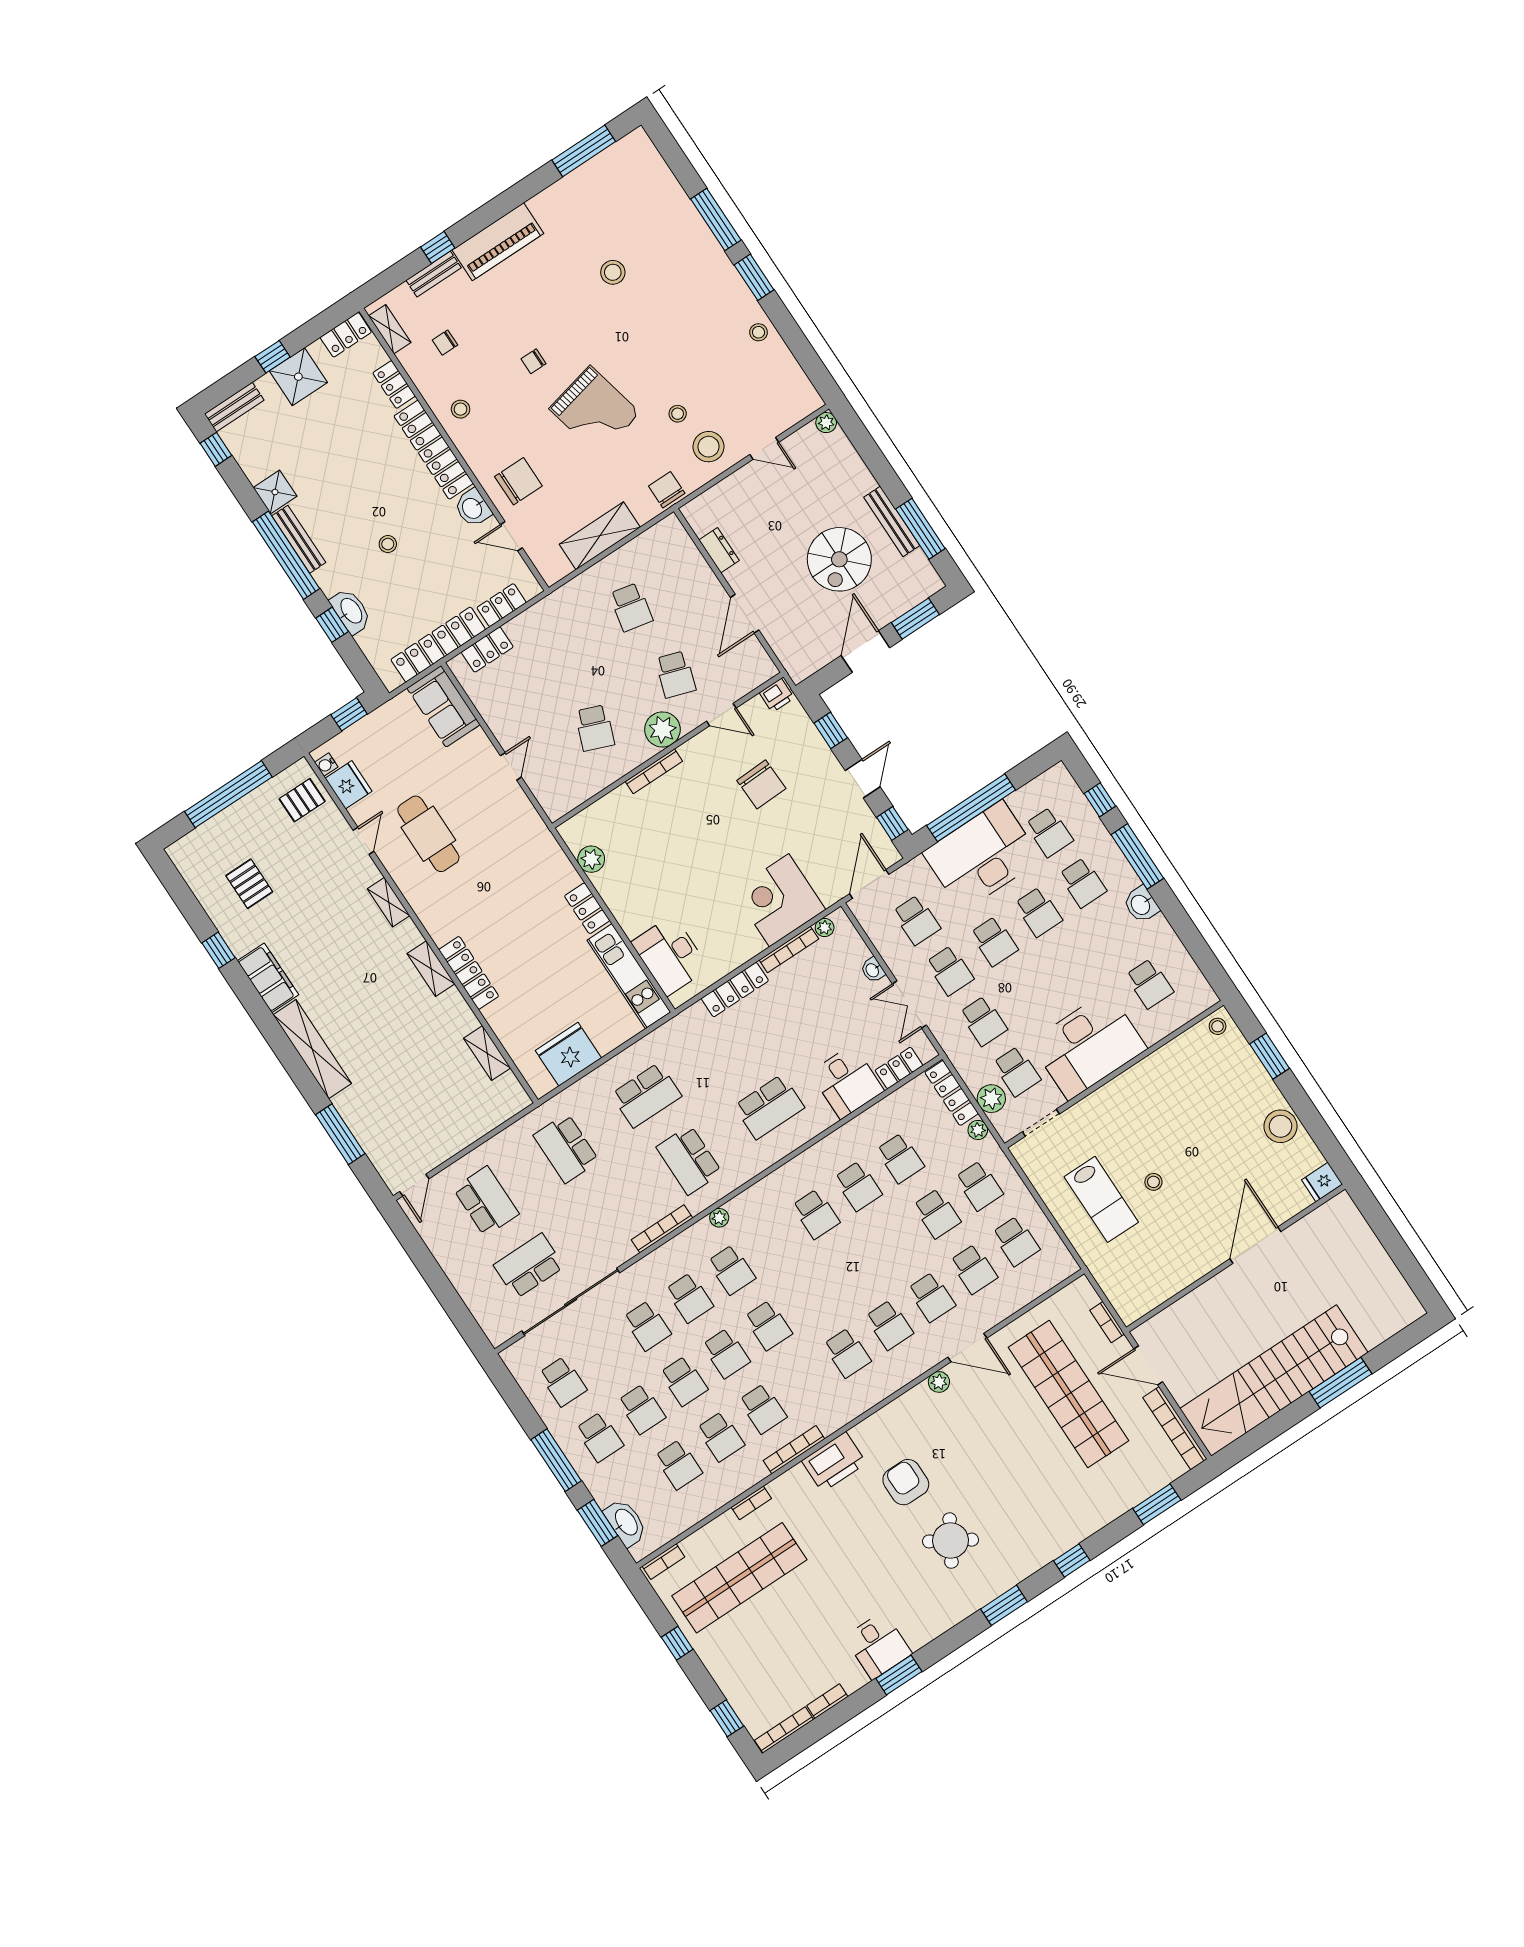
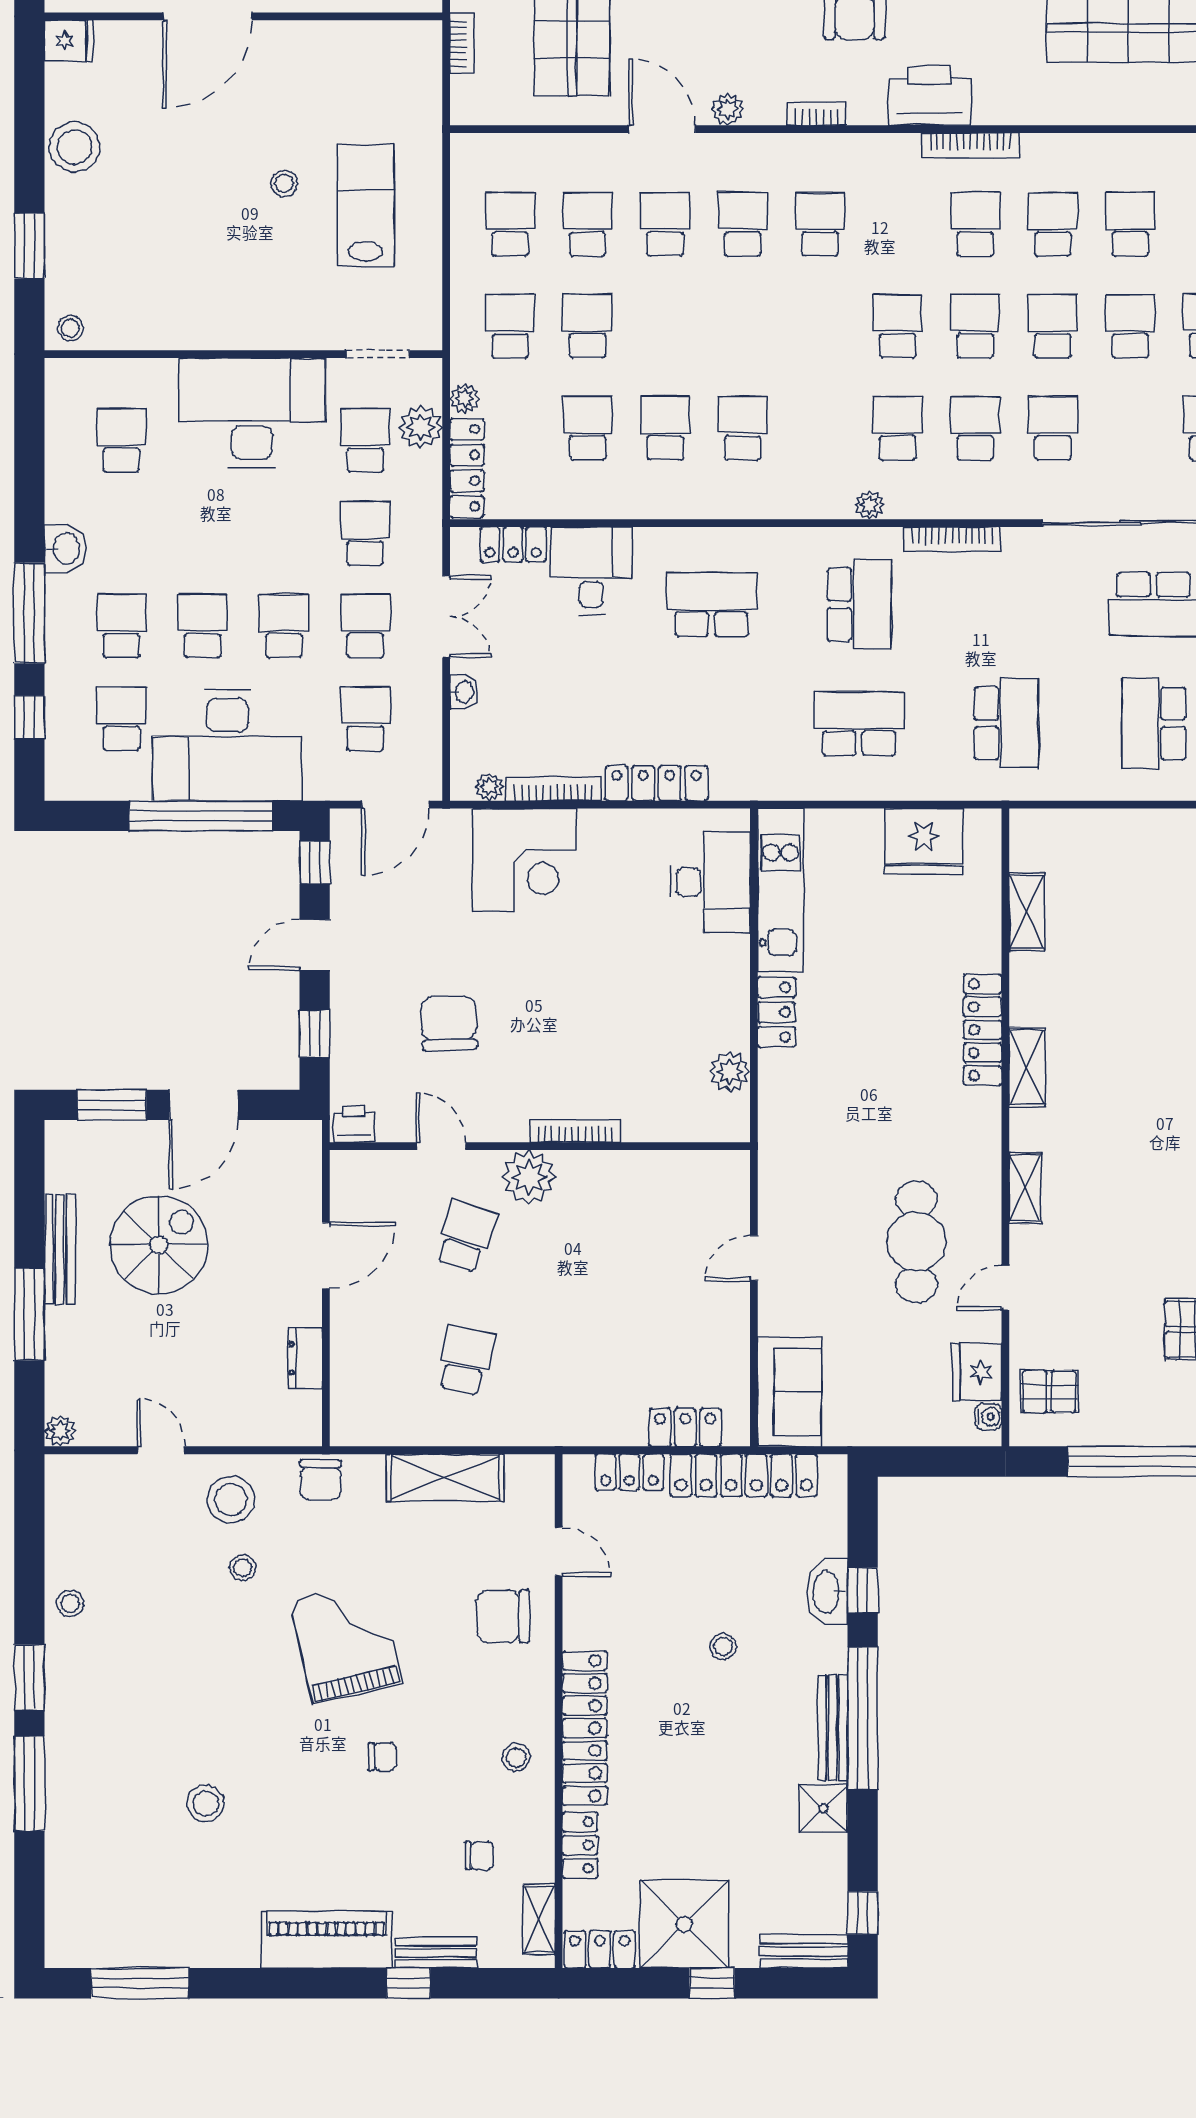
shower: (298, 377) -> (684, 1924), width x1.37, depth x1.37
washbasin: (473, 508) -> (584, 1621), removed
window: (920, 529) -> (29, 1314), moved
window: (349, 714) -> (917, 1462), removed
school desk: (595, 728) -> (614, 1236), removed
bookcase: (751, 1503) -> (816, 113), moved

